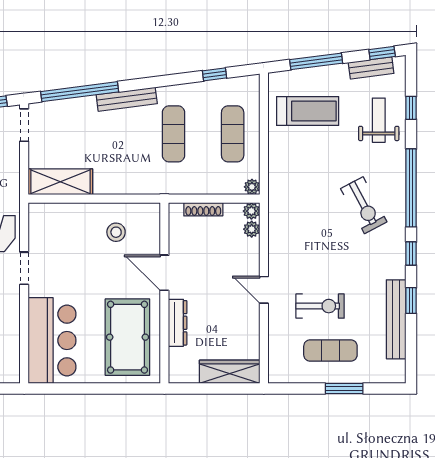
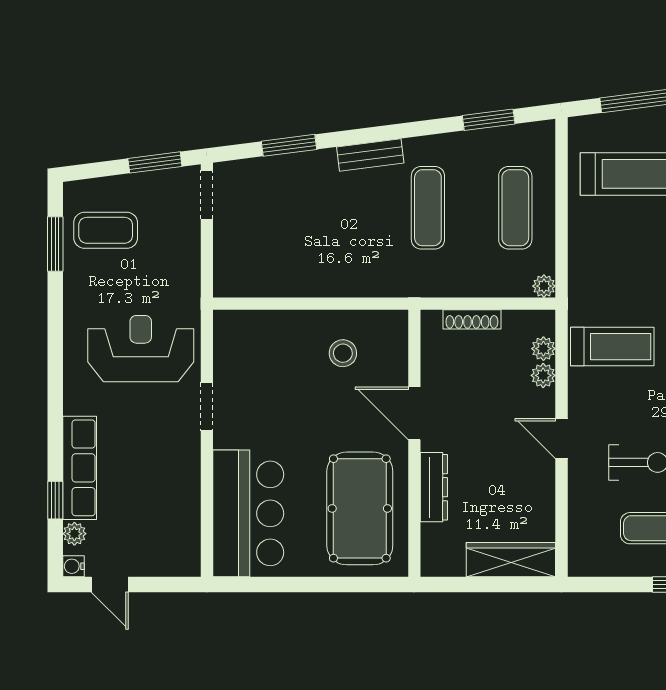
window: (215, 74) -> (489, 120), width x1.50
window: (80, 92) -> (289, 145), width x0.47
bench: (127, 99) -> (370, 155), width x0.73
shelving: (60, 182) -> (261, 279), removed
plant: (251, 211) -> (543, 375), moved
treadmill: (298, 228) -> (612, 347), added

